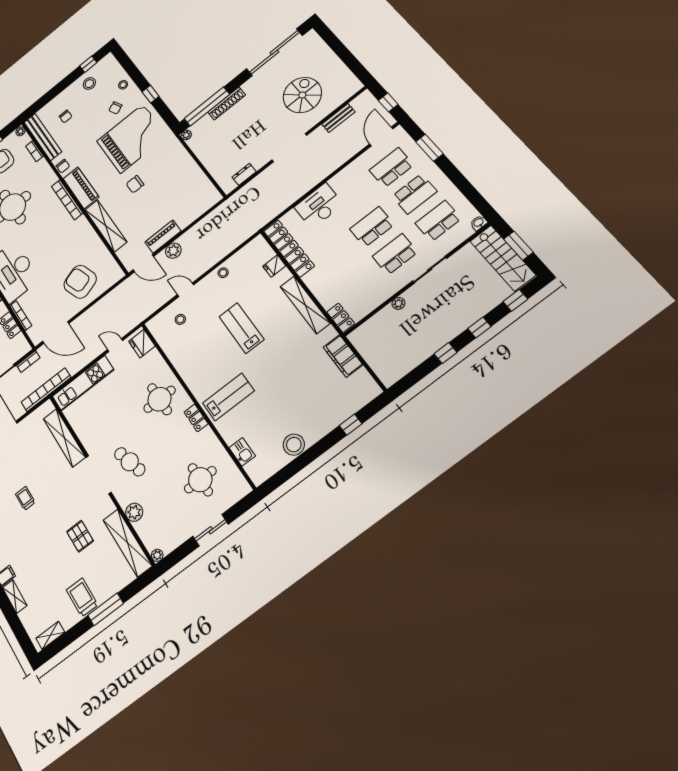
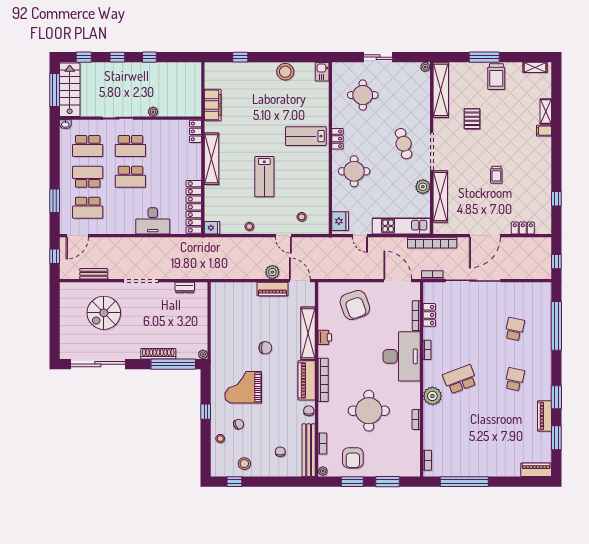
grand piano: (132, 138) -> (243, 387), width x0.73, depth x0.68
printer: (89, 234) -> (325, 337), added
window: (518, 246) -> (55, 90), width x1.44
fridge: (274, 266) -> (212, 228), moved
kitchen sink: (242, 452) -> (322, 72), moved
plant: (134, 512) -> (423, 187), moved

